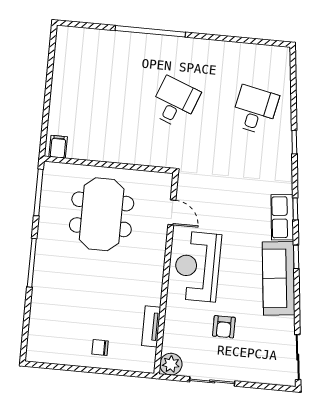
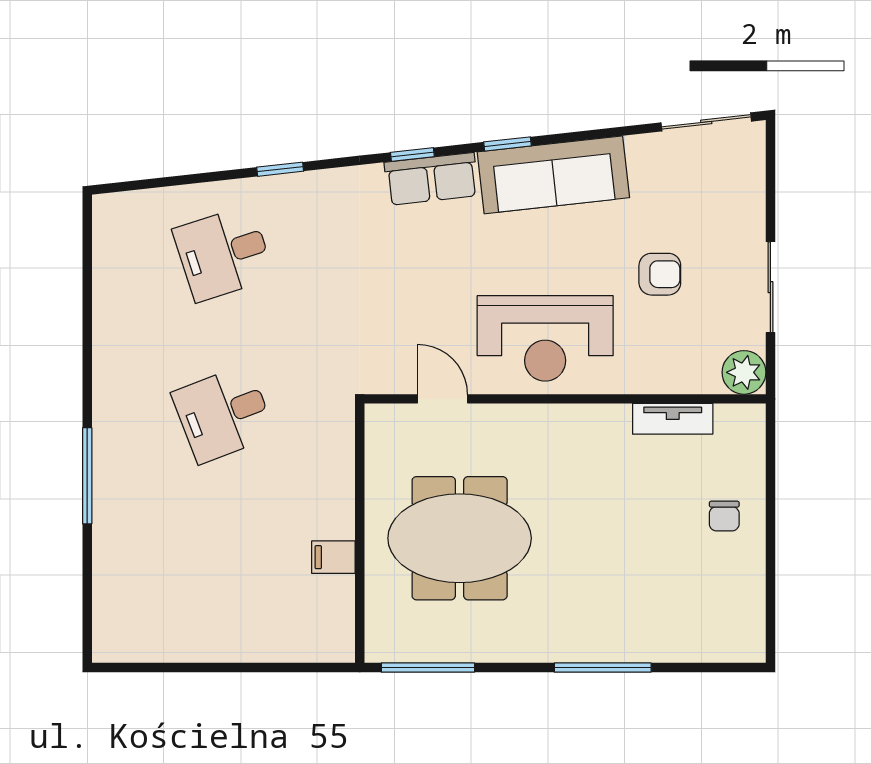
window: (150, 31) -> (87, 476), width x0.68
desk: (175, 102) -> (223, 414), turned -42
desk: (255, 110) -> (223, 253), turned -30
filing cabinet: (58, 147) -> (333, 557), moved
door: (172, 212) -> (442, 399), hinge flipped
window: (32, 263) -> (603, 668), moved

